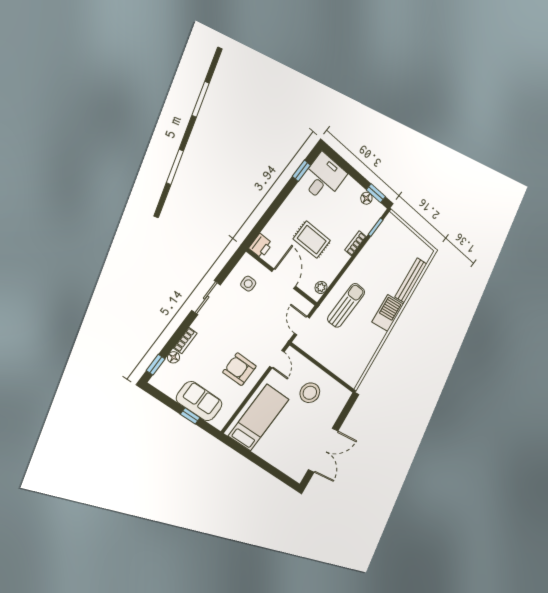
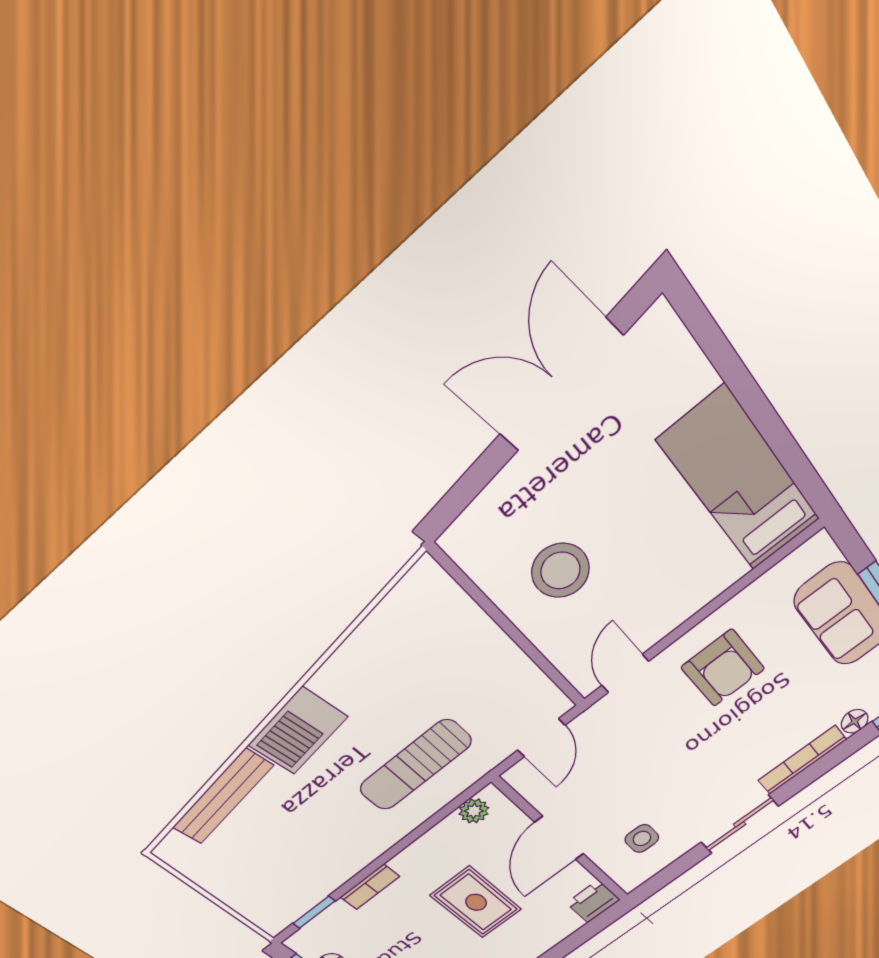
bookcase: (185, 341) -> (802, 760), width x1.56
bed: (259, 418) -> (740, 480), moved, turned 90

